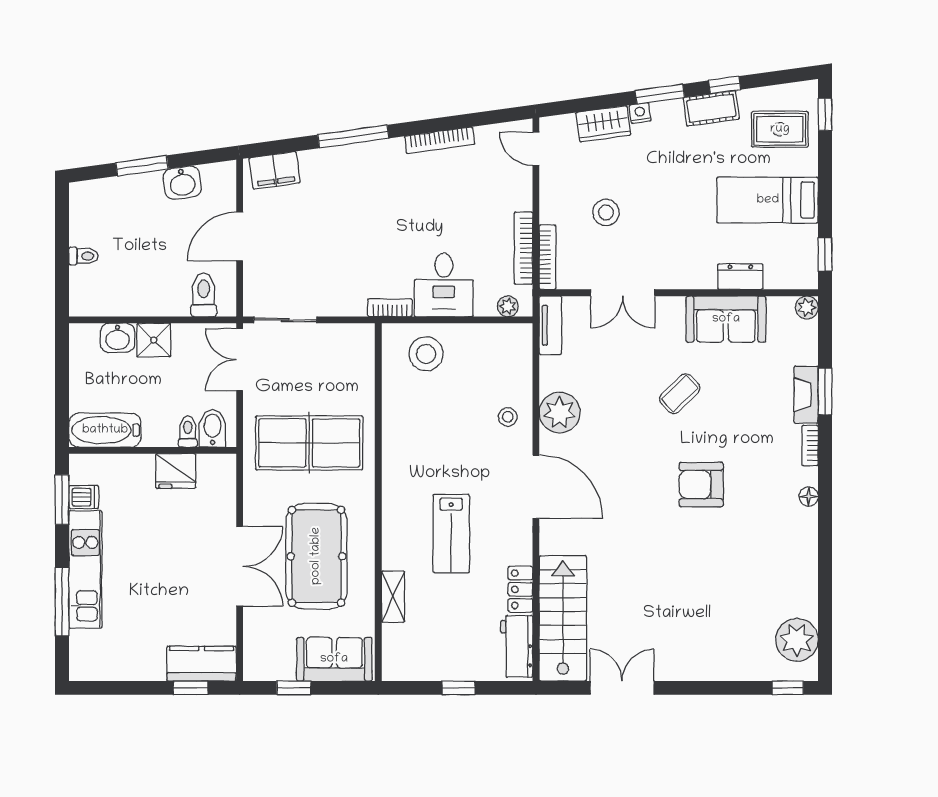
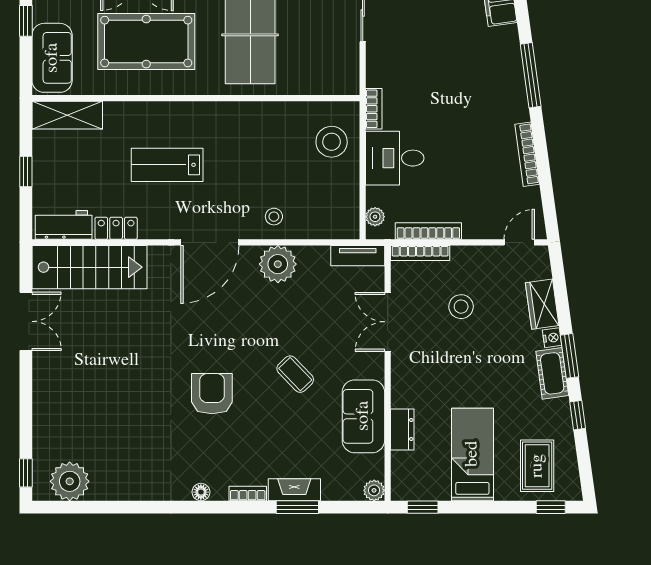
cot: (711, 108) -> (552, 373), moved
shelving: (393, 597) -> (67, 115), moved, width x1.50, depth x1.33

